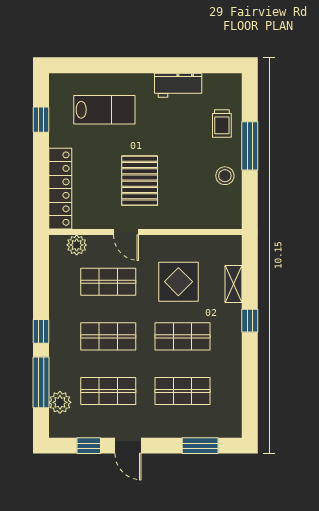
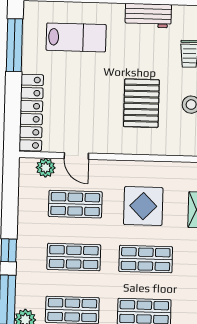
window: (41, 120) -> (14, 45), width x2.17
pallet: (140, 181) -> (141, 103), moved
door: (126, 232) -> (76, 156), moved

